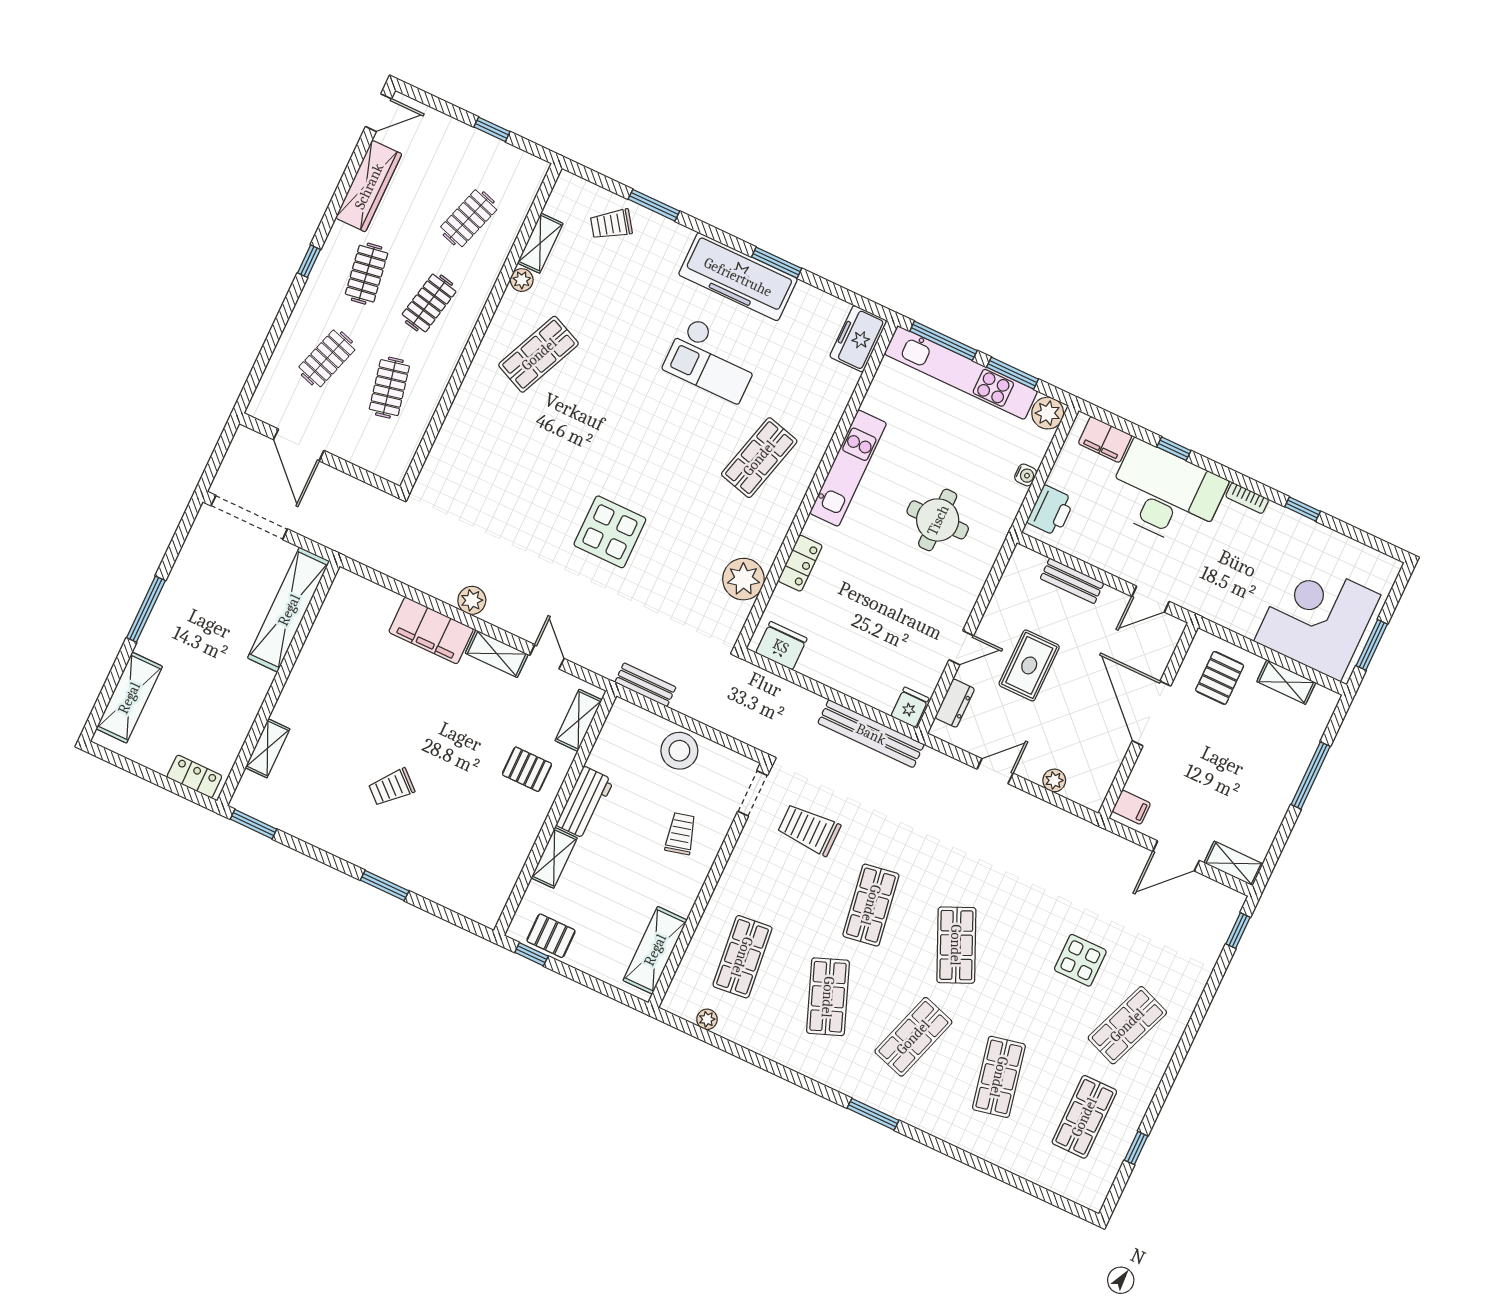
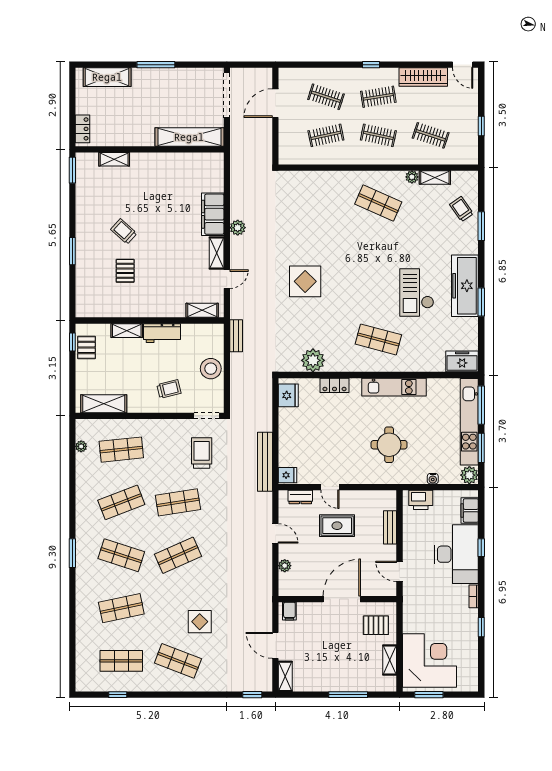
pallet: (527, 769) -> (125, 271), moved

